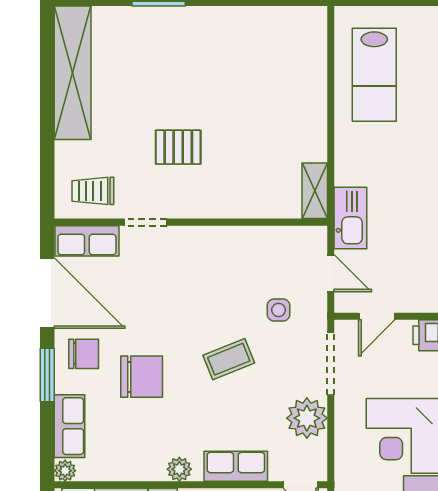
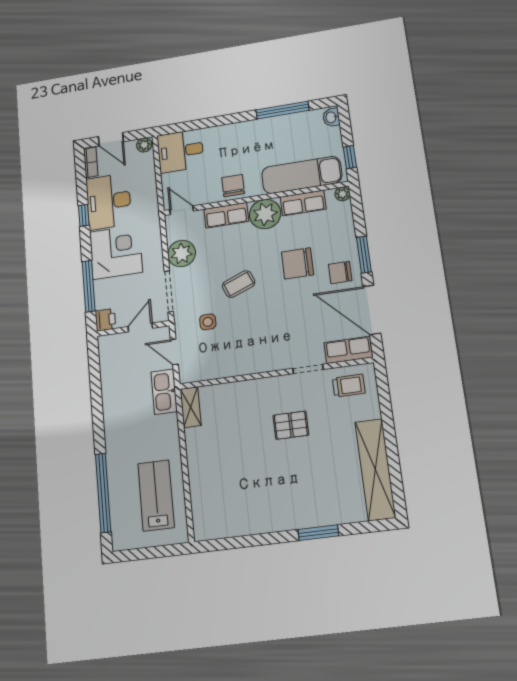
row of seats: (70, 426) -> (303, 203), moved, turned -90
plant: (179, 469) -> (265, 214), width x1.88, depth x1.88

